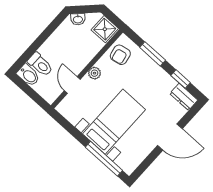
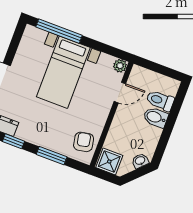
plant: (94, 73) -> (120, 66), moved
bidet: (28, 75) -> (156, 117), moved
door: (72, 85) -> (120, 93), hinge flipped

